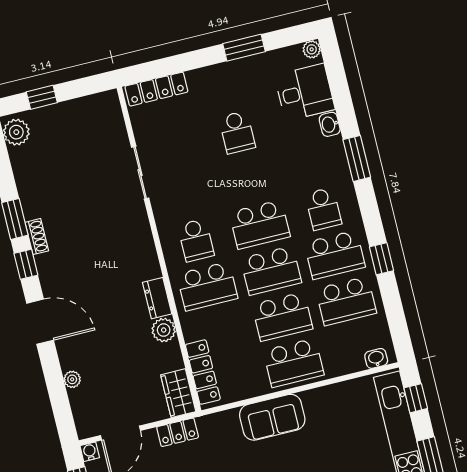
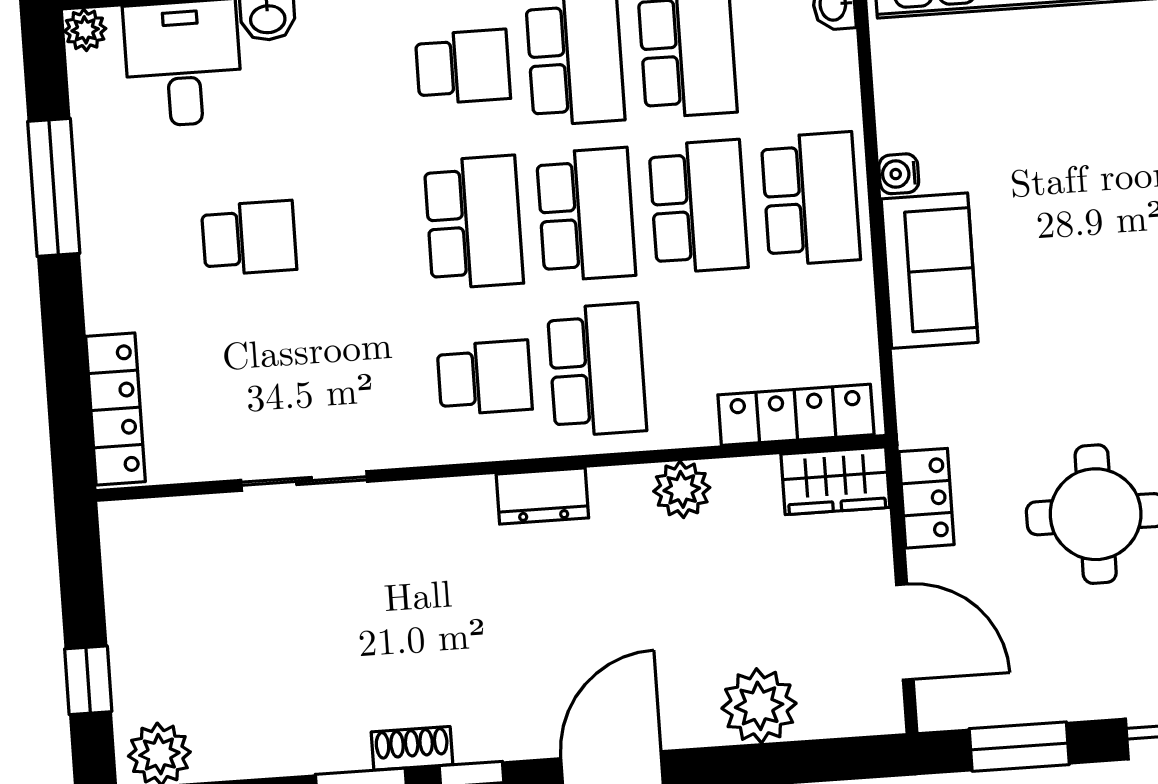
window: (244, 48) -> (54, 187), width x1.44
dresser: (157, 298) -> (542, 496), moved
plant: (72, 379) -> (759, 706), width x1.87, depth x1.87
water cooler: (90, 452) -> (899, 174), moved

